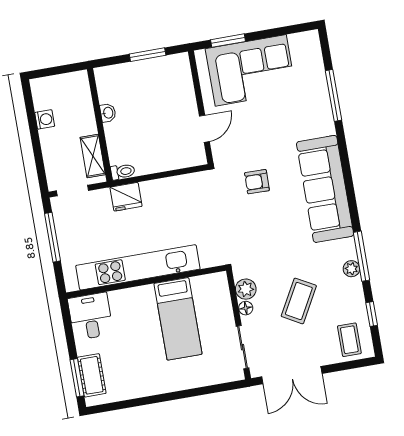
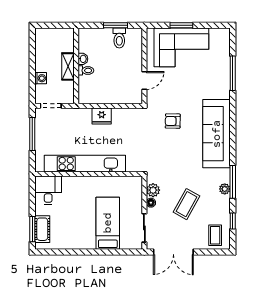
window: (228, 41) -> (181, 25), moved
toilet: (156, 72) -> (119, 38), added
washing machine: (45, 119) -> (41, 78), moved
shelving: (93, 156) -> (68, 66), moved
toilet: (123, 172) -> (86, 70), moved
fridge: (126, 197) -> (102, 116), moved
bed: (178, 319) -> (108, 223), moved, turned 180

